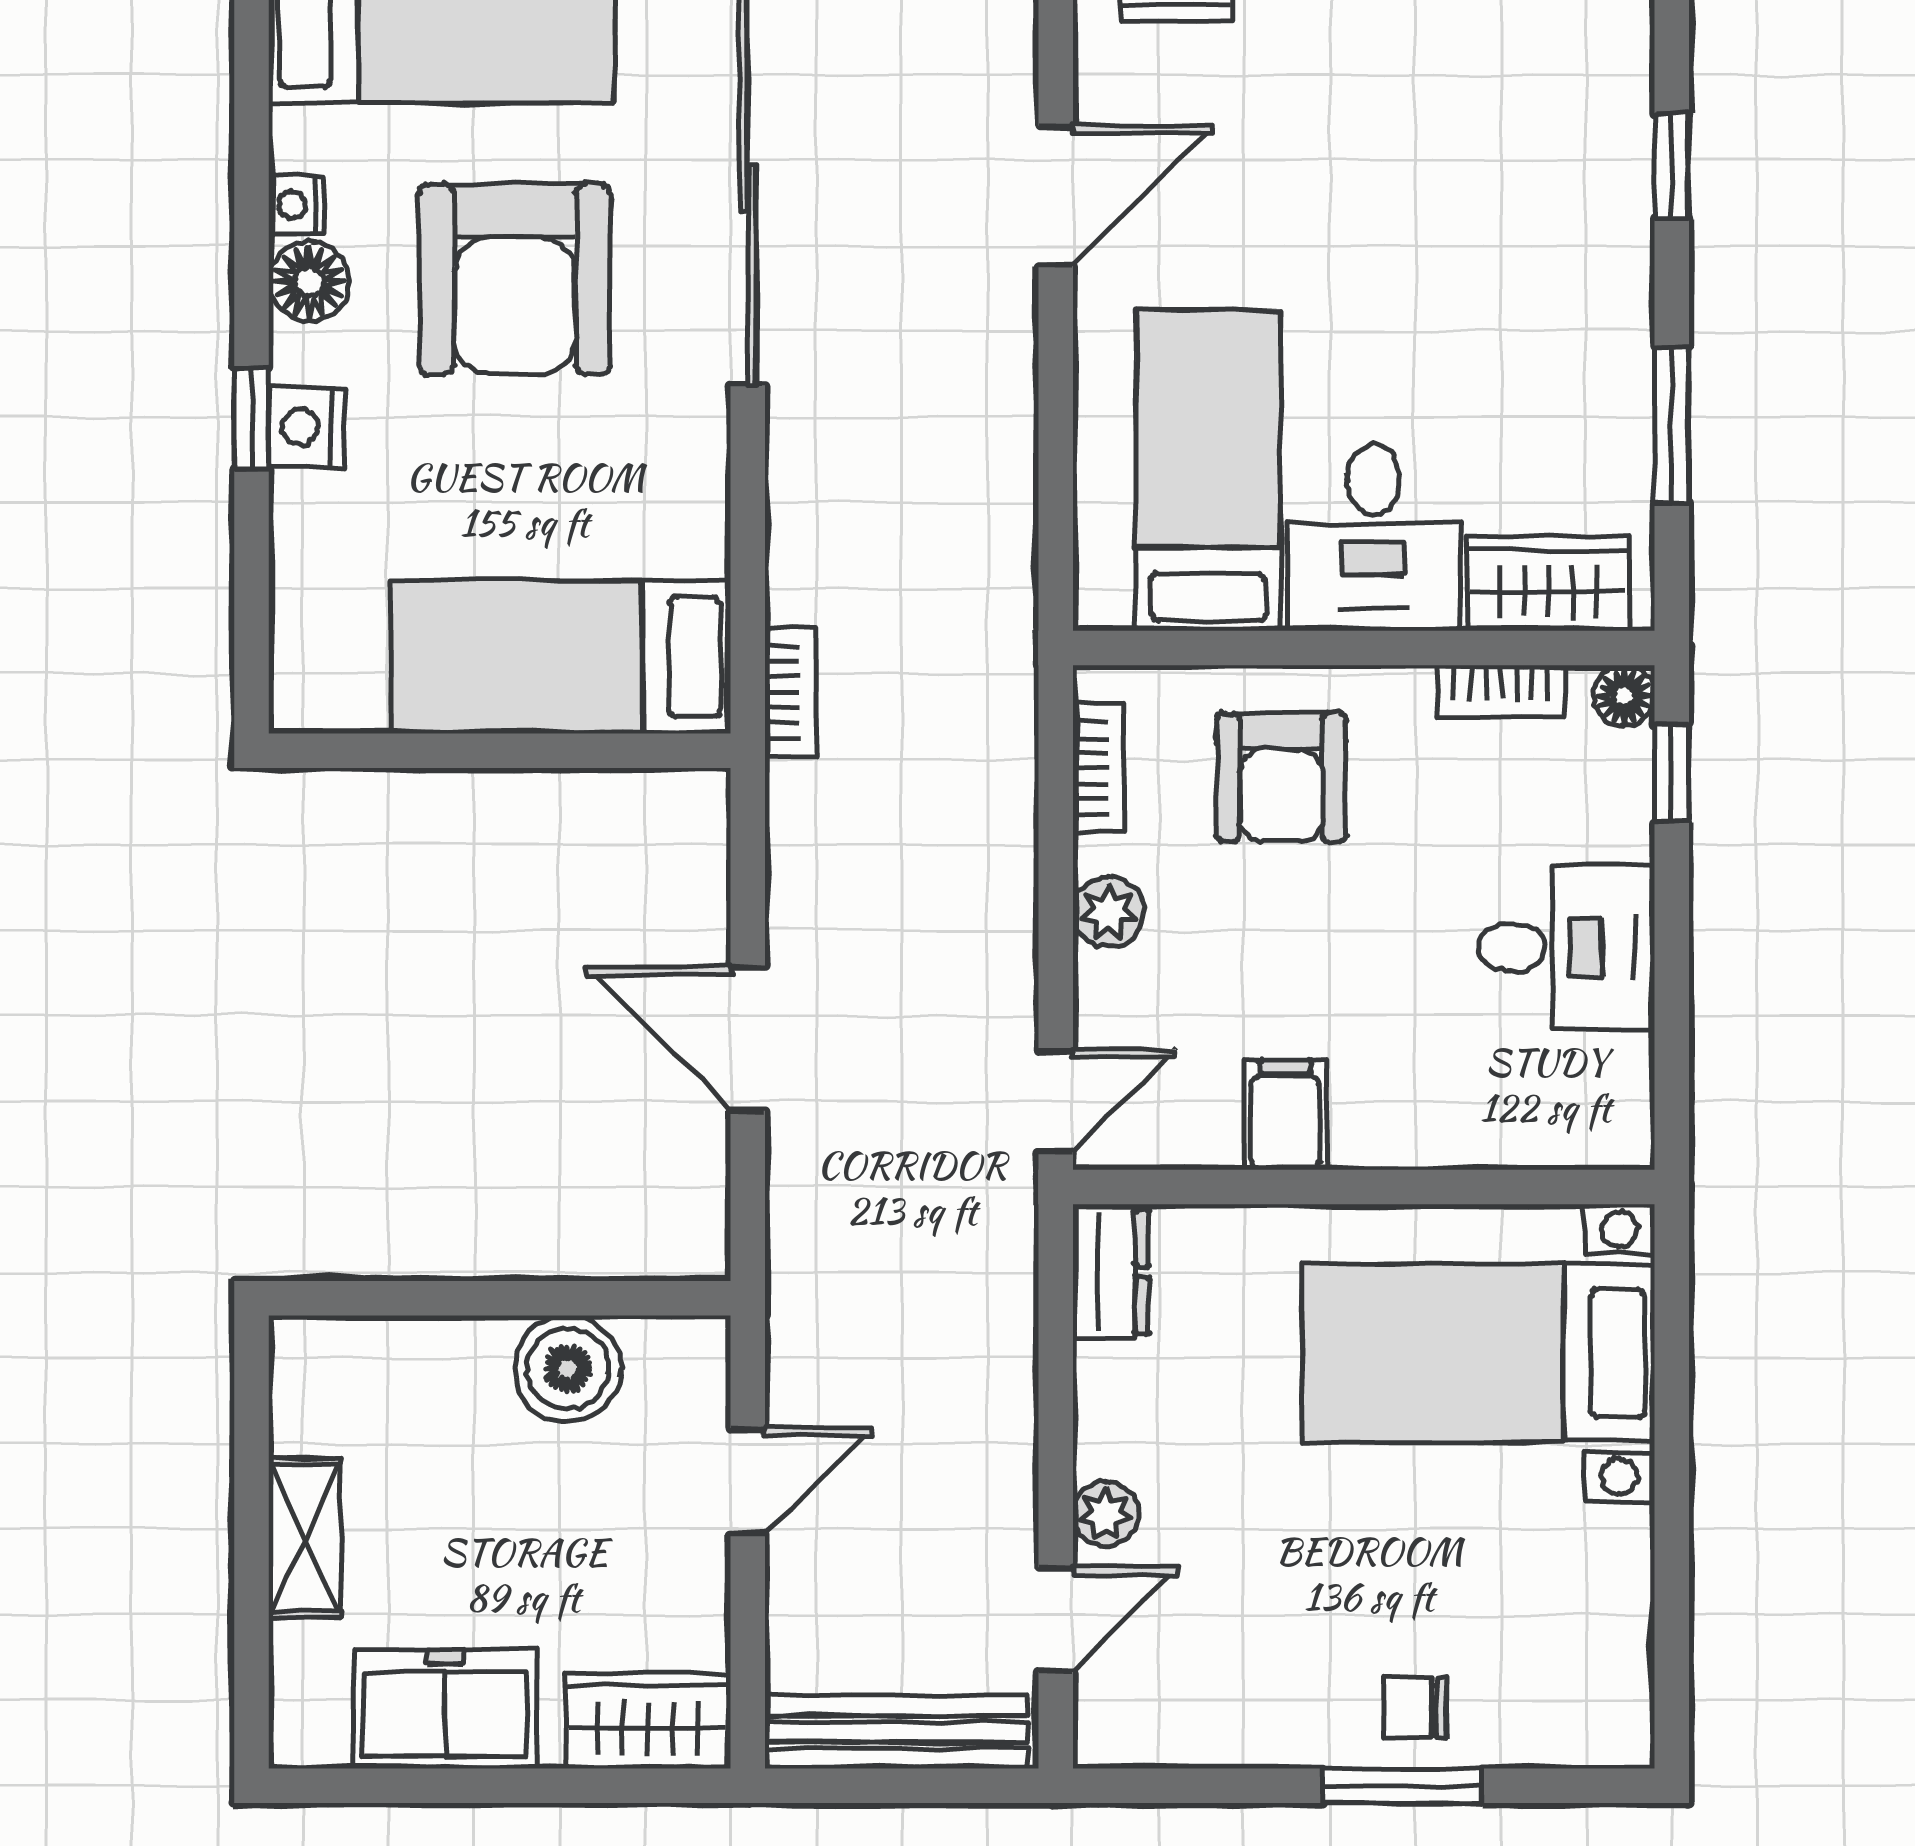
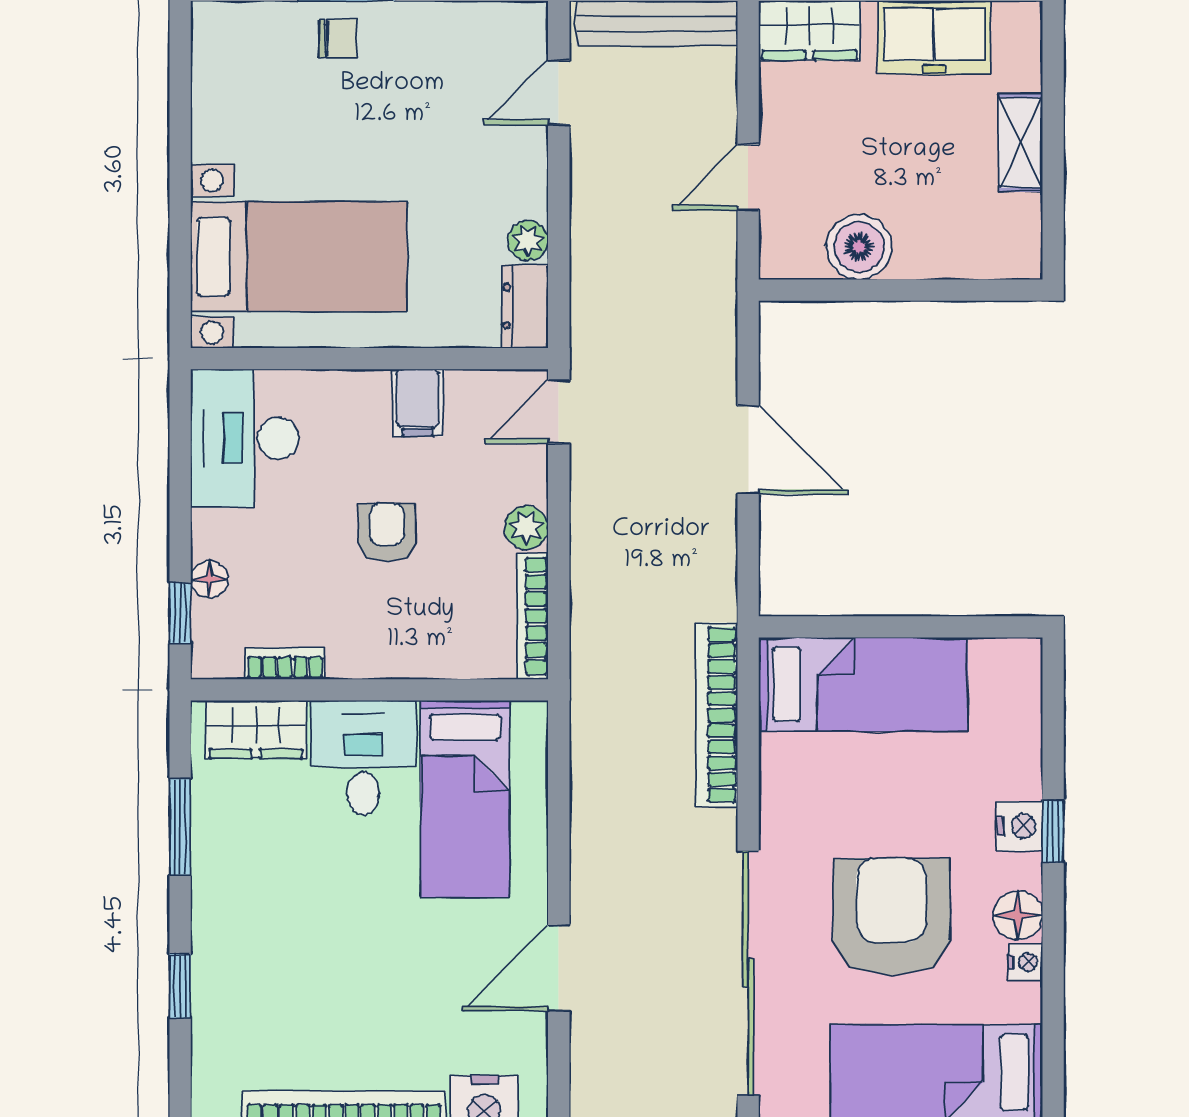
bookcase: (791, 692) -> (717, 715), width x2.31, depth x1.31
floor lamp: (1624, 696) -> (209, 579), moved
bookcase: (1099, 768) -> (532, 616), width x1.56
armchair: (1281, 777) -> (387, 532), moved, width x0.72, depth x0.72
desk: (1566, 948) -> (245, 438), moved, width x1.37
plant: (1106, 1514) -> (528, 241), moved

